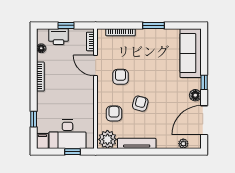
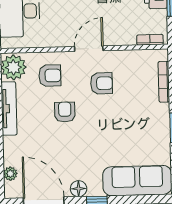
door: (96, 65) -> (89, 49), moved
armchair: (140, 104) -> (65, 112), turned -105

